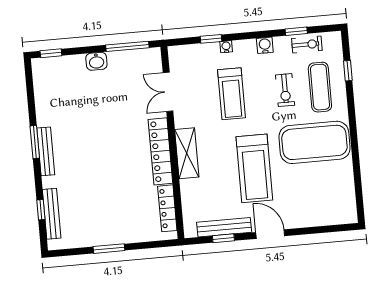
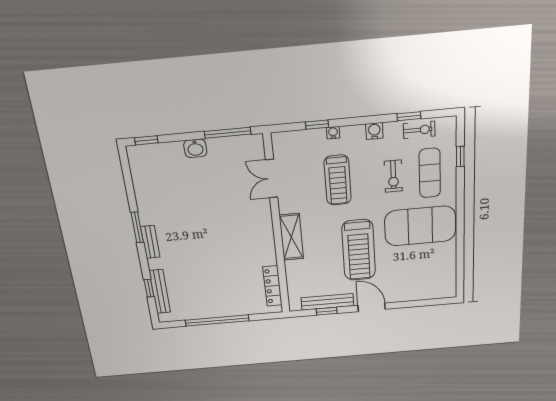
bench: (46, 151) -> (150, 242), width x0.73
locker: (160, 151) -> (265, 235), removed
window: (109, 249) -> (217, 321), width x2.11

